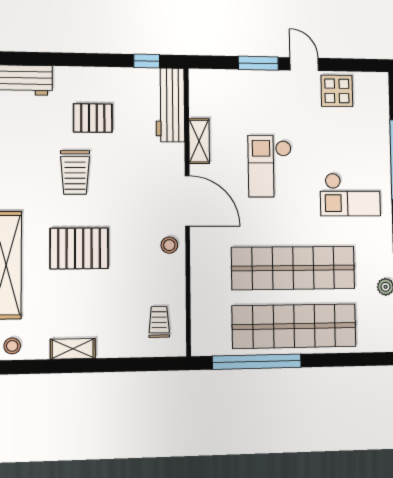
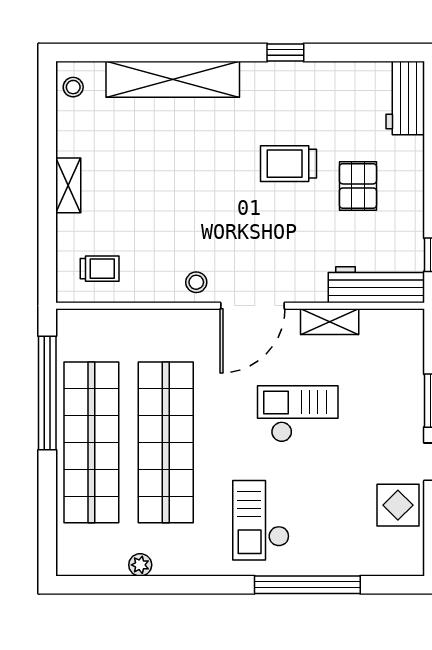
pallet: (79, 248) -> (193, 169), removed
shelving: (73, 349) -> (68, 185), moved

